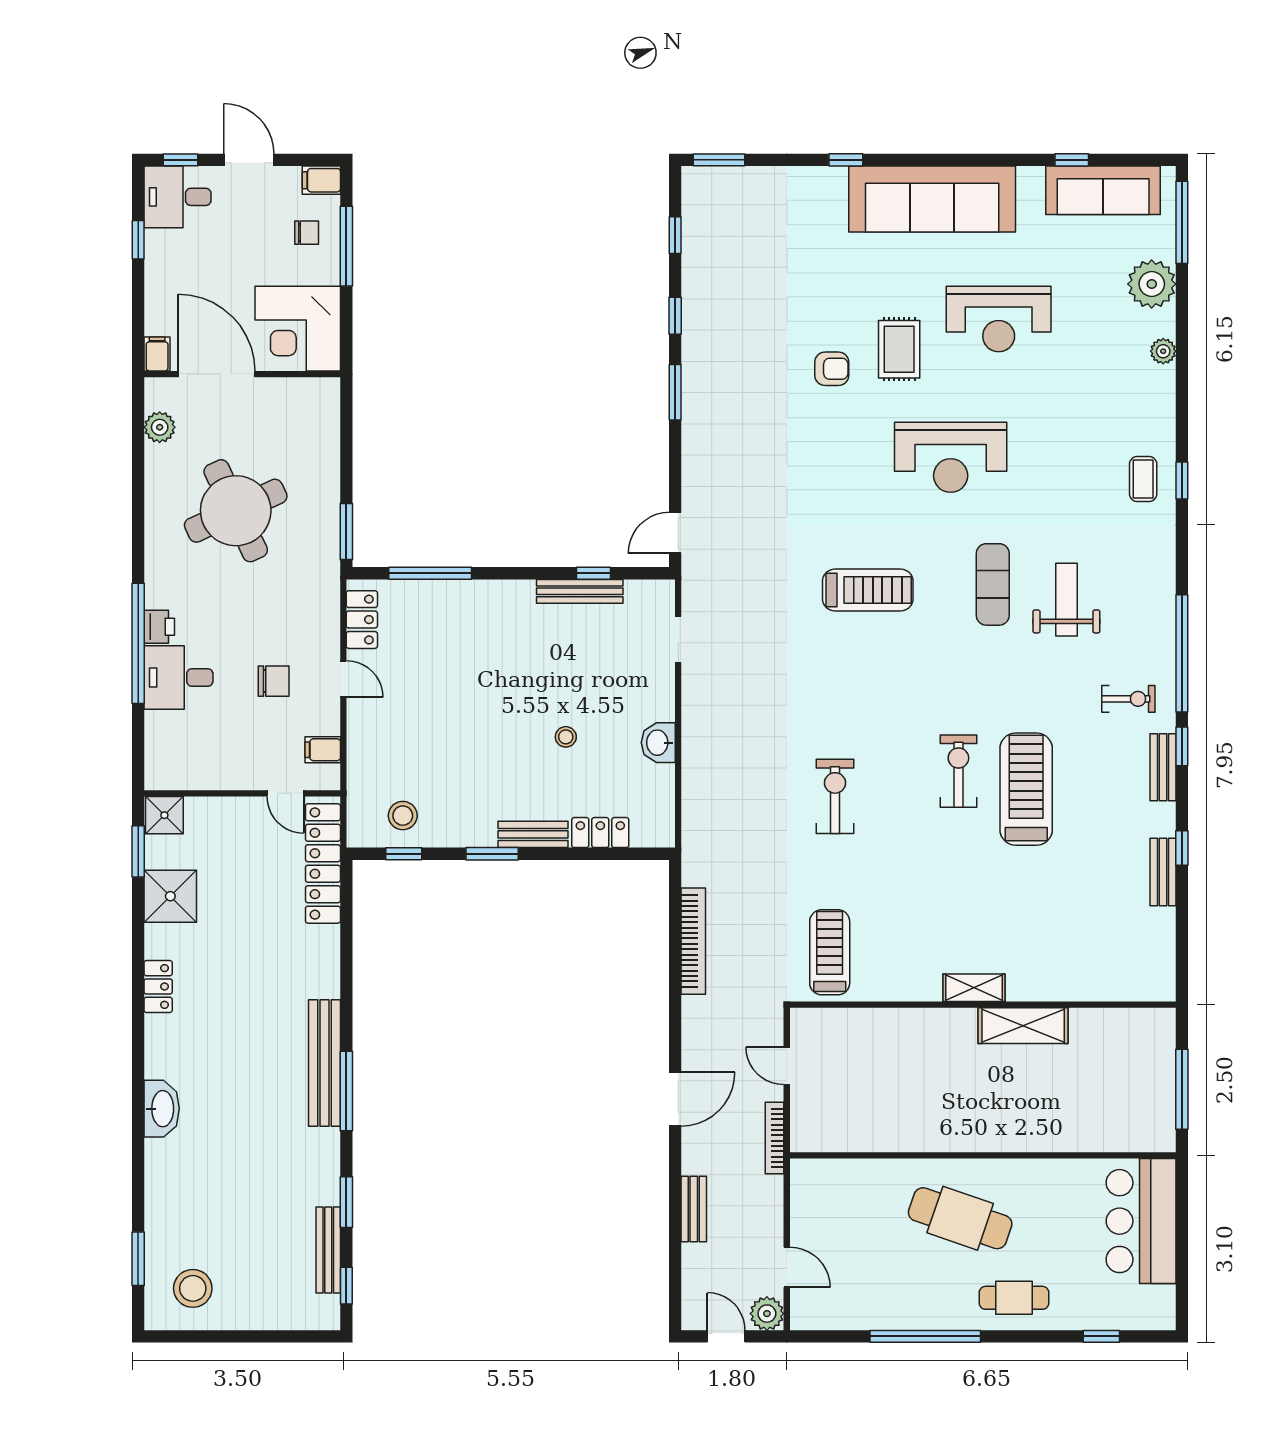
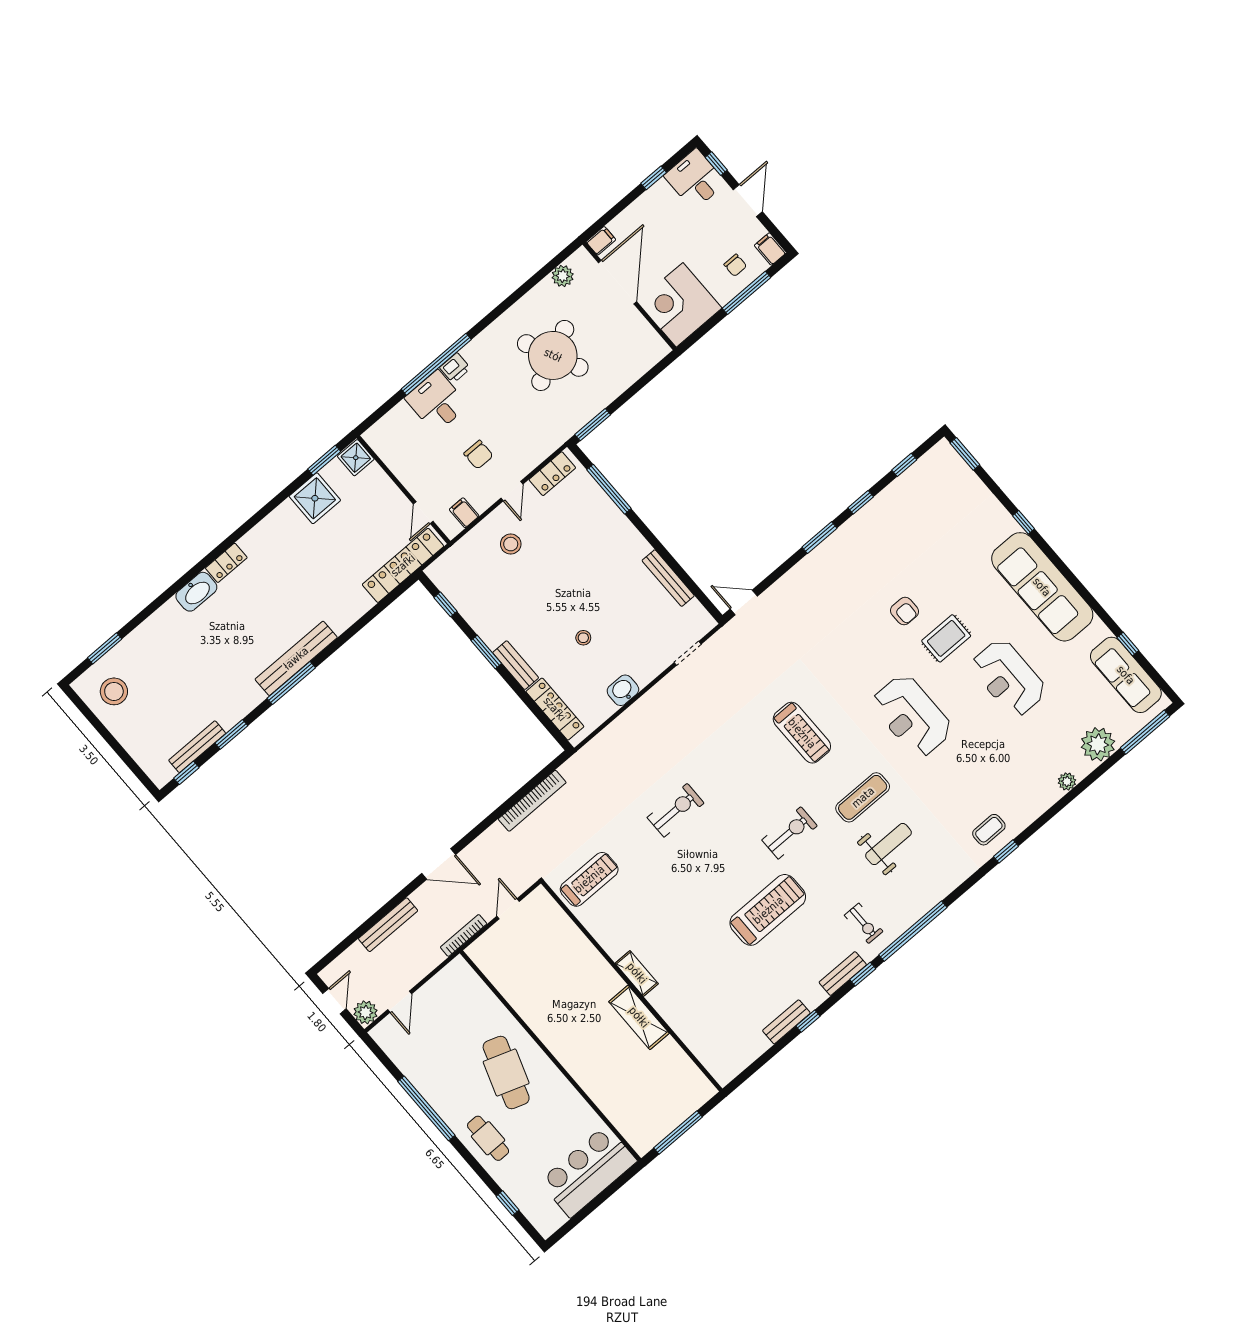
window: (593, 573) -> (684, 577), removed
exercise bike: (958, 771) -> (790, 833), moved
stool: (403, 816) -> (511, 544), moved
locker: (600, 833) -> (555, 709), width x1.53
locker: (158, 986) -> (226, 563), moved
bench: (694, 1209) -> (388, 925), width x1.36

